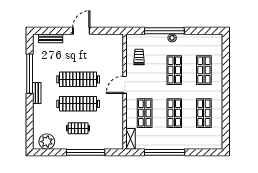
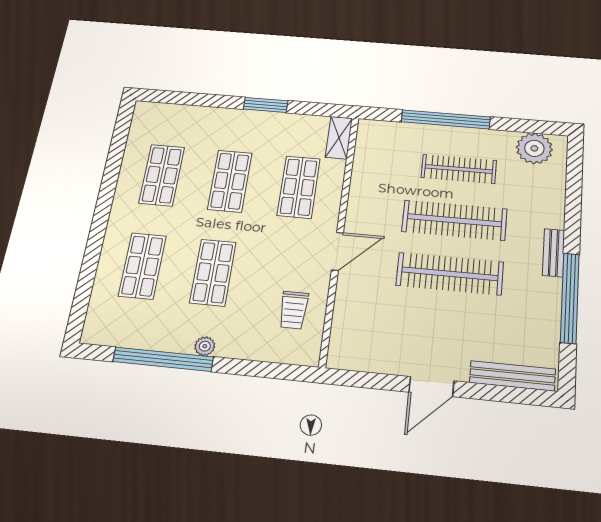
window: (164, 31) -> (163, 359), moved
bench: (51, 38) -> (512, 376), width x1.36
clothes rail: (78, 128) -> (459, 169), width x1.36
window: (165, 152) -> (266, 105), width x0.47

